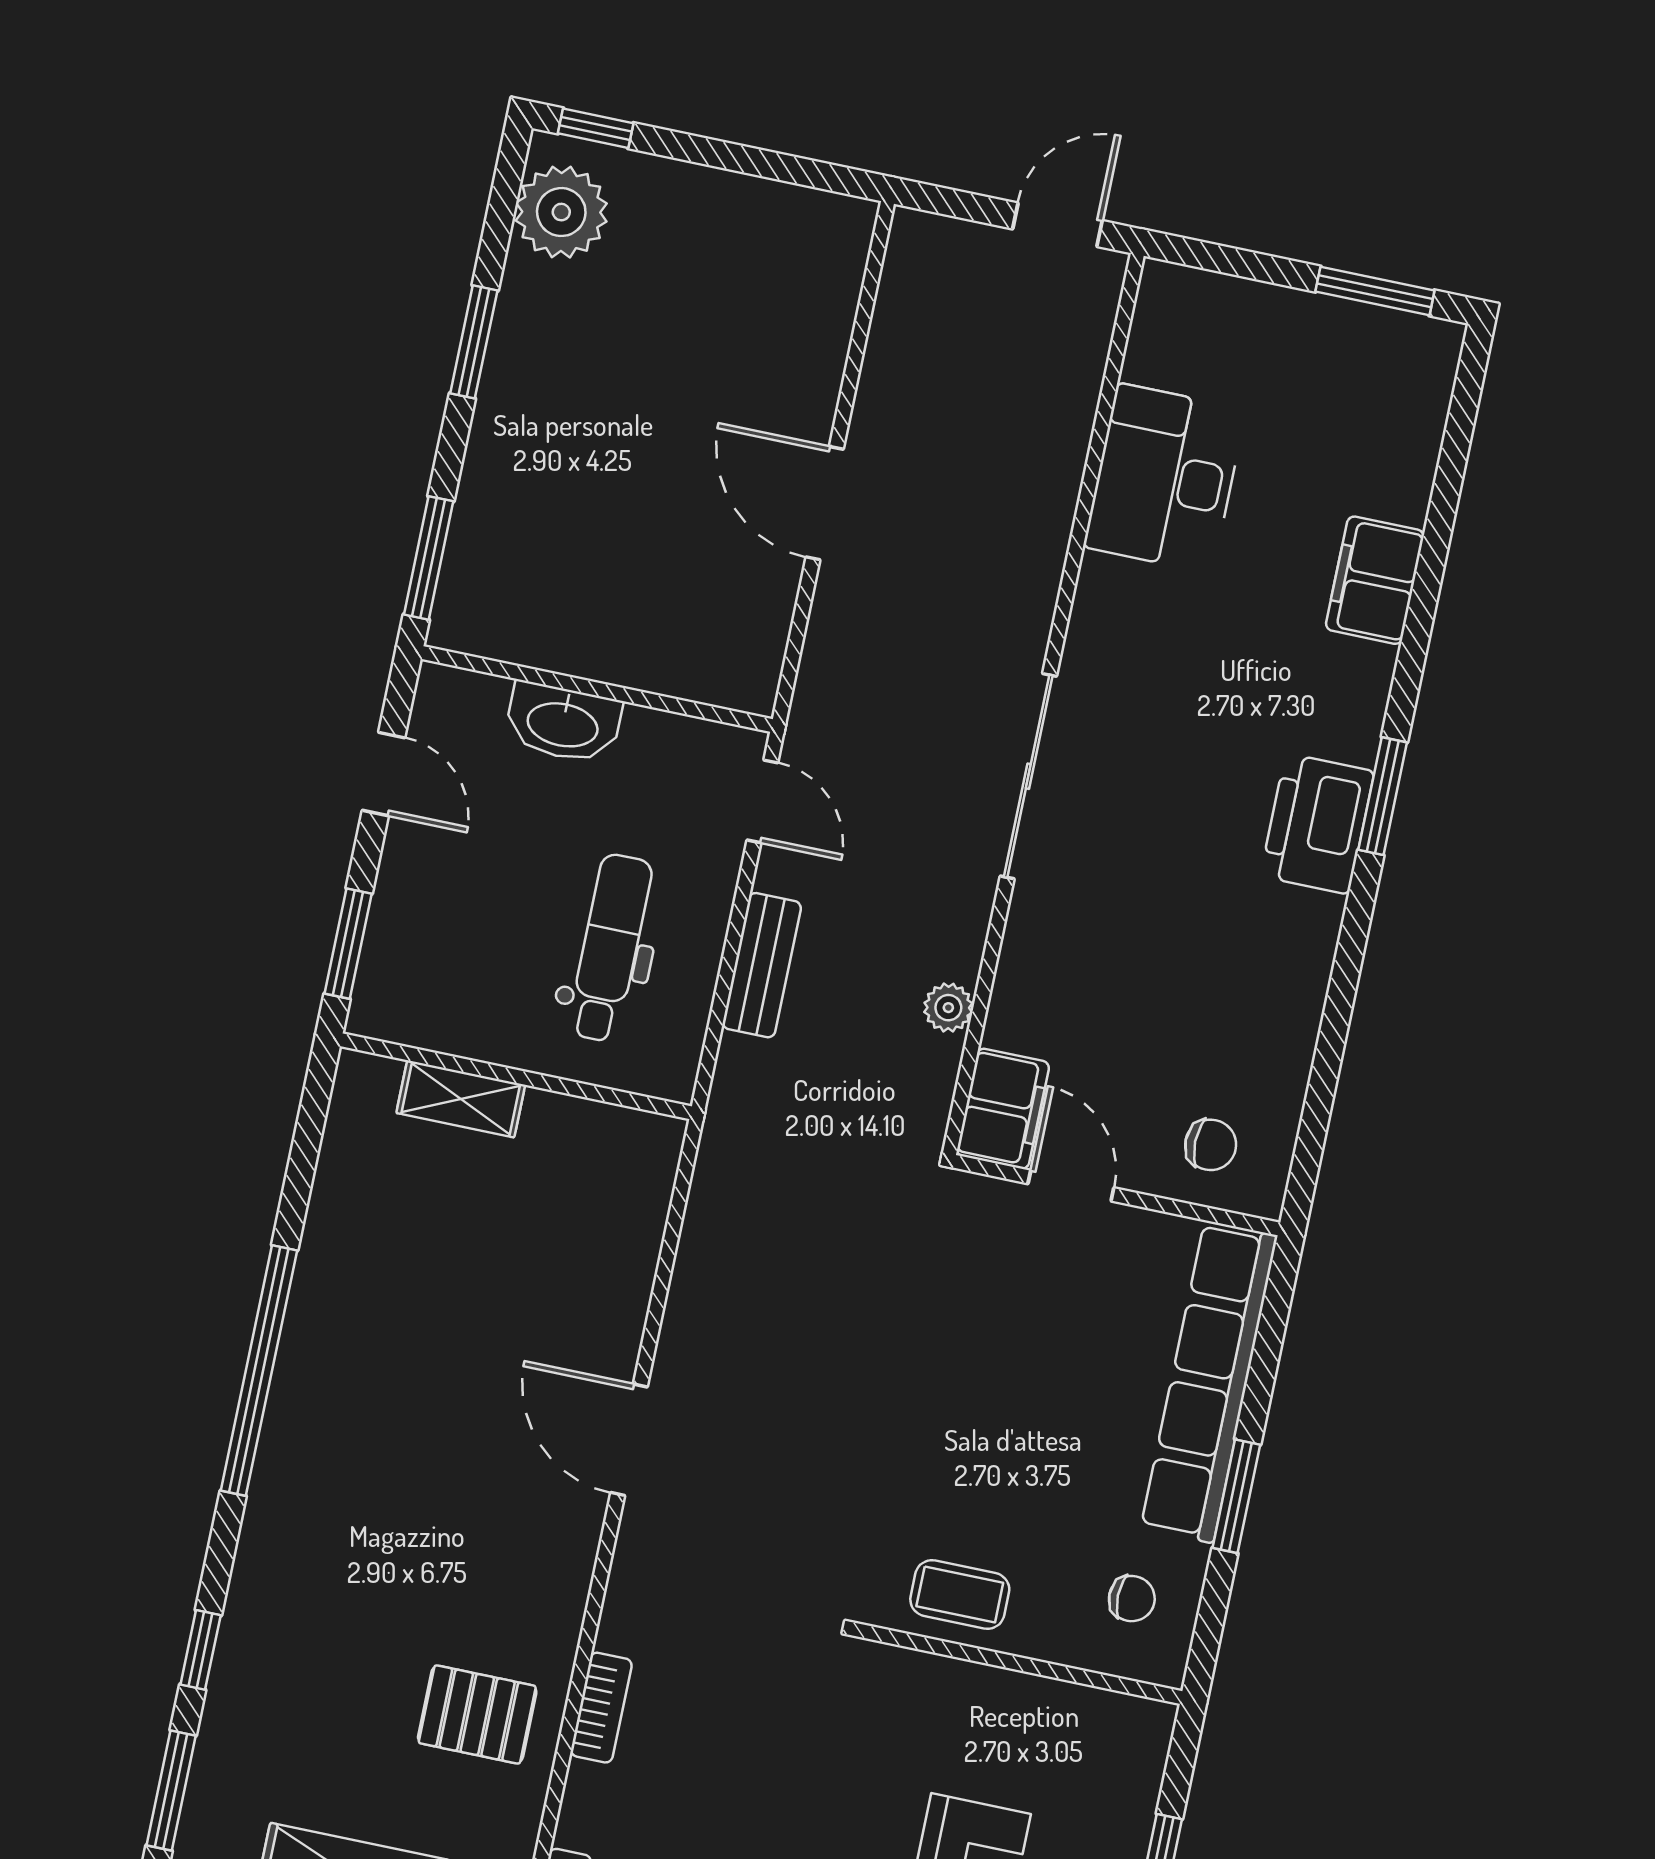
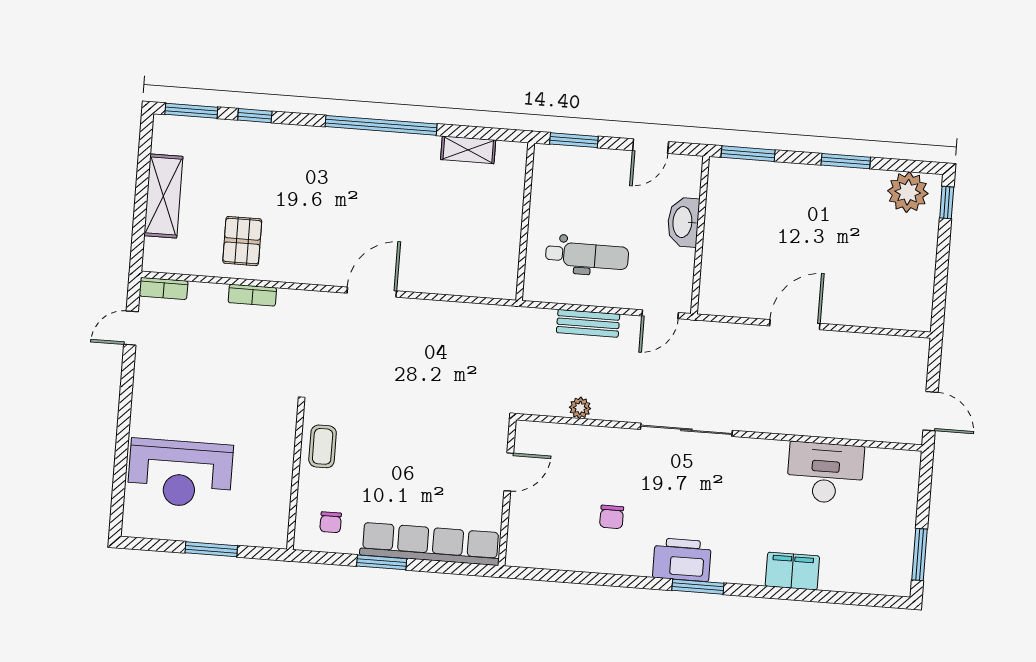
shelving: (461, 1099) -> (468, 150), moved, turned 90
filing cabinet: (1003, 1109) -> (539, 438), removed
chair: (1211, 1145) -> (612, 517), moved

